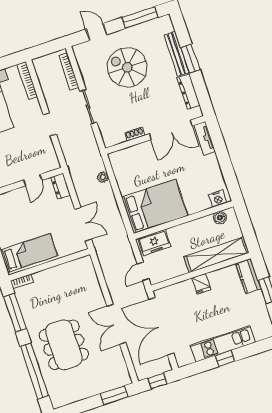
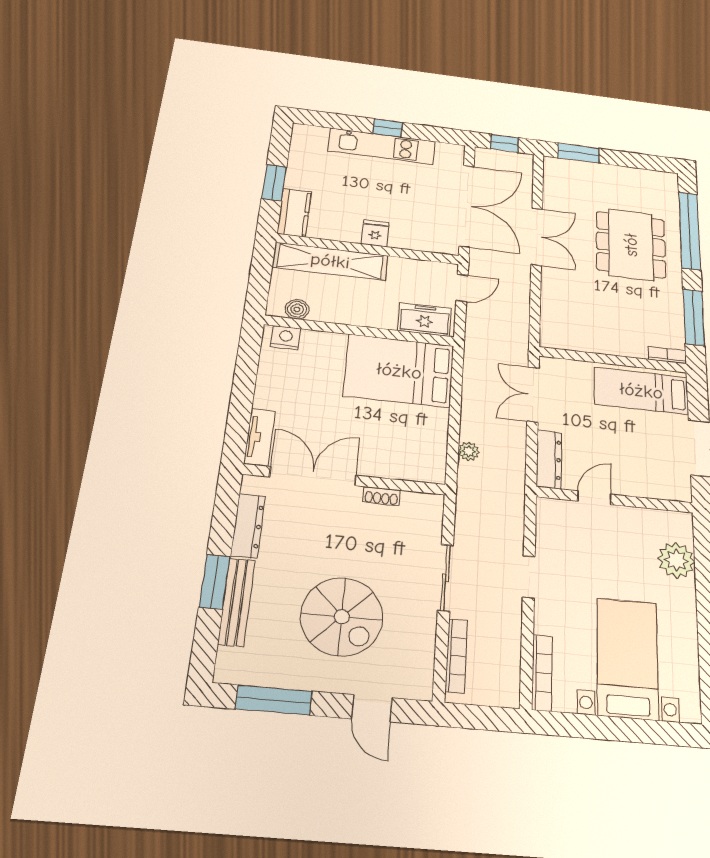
dresser: (61, 186) -> (549, 459), width x1.44

